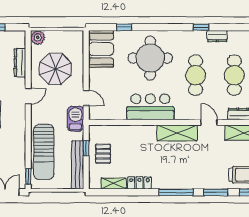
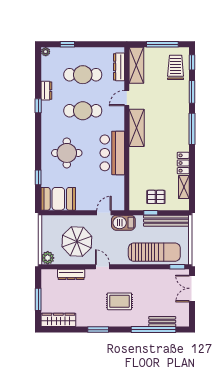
round table: (150, 58) -> (67, 153), width x0.73, depth x0.73

